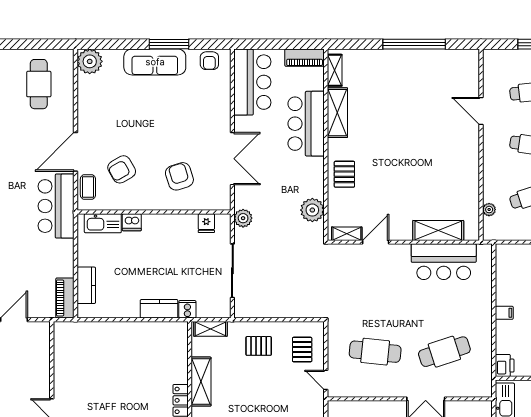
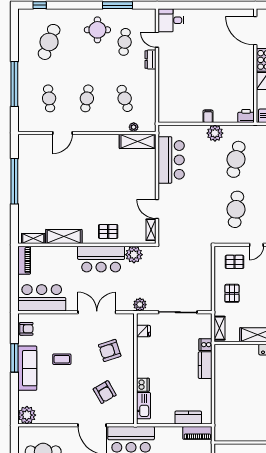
bar counter: (306, 124) -> (101, 259), moved
coffee table: (88, 187) -> (62, 359), moved
shelving: (438, 230) -> (138, 141), moved, turned 90
plant: (481, 322) -> (215, 133), added
cafe table: (444, 352) -> (236, 159), turned 30

